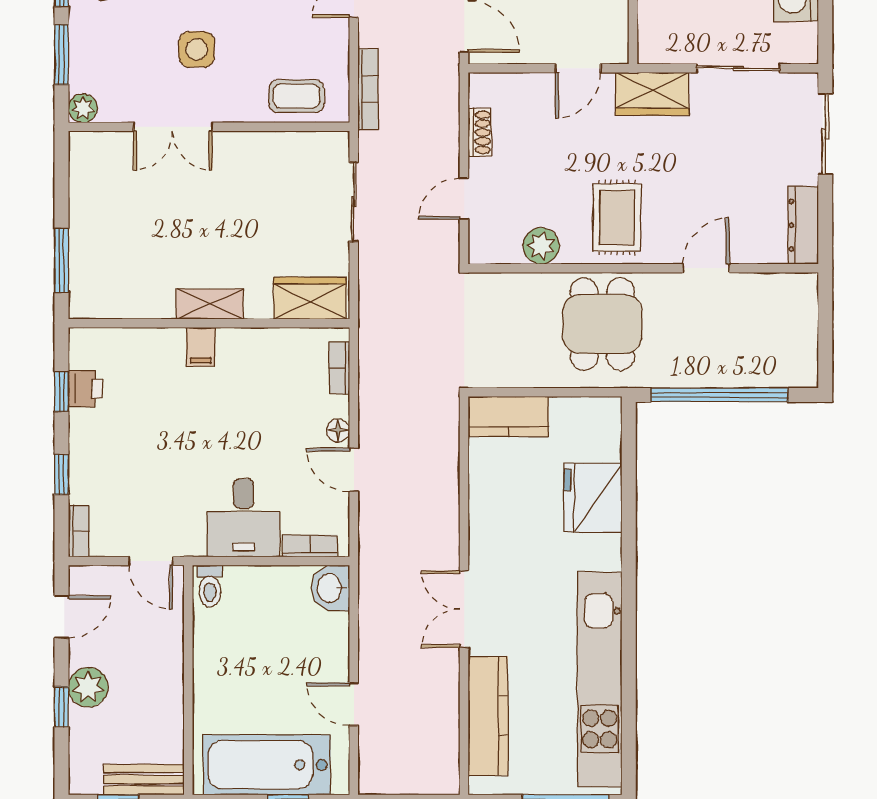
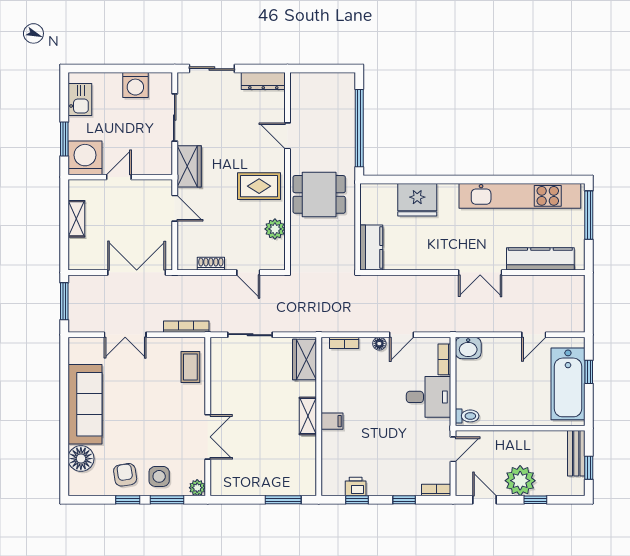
side table: (197, 49) -> (159, 476), moved
plant: (88, 687) -> (520, 481), width x1.36, depth x1.36

